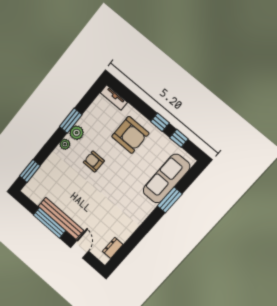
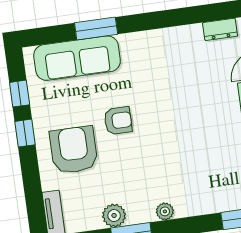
plant: (77, 133) -> (114, 216), moved
armchair: (94, 162) -> (118, 121), moved, turned -90

